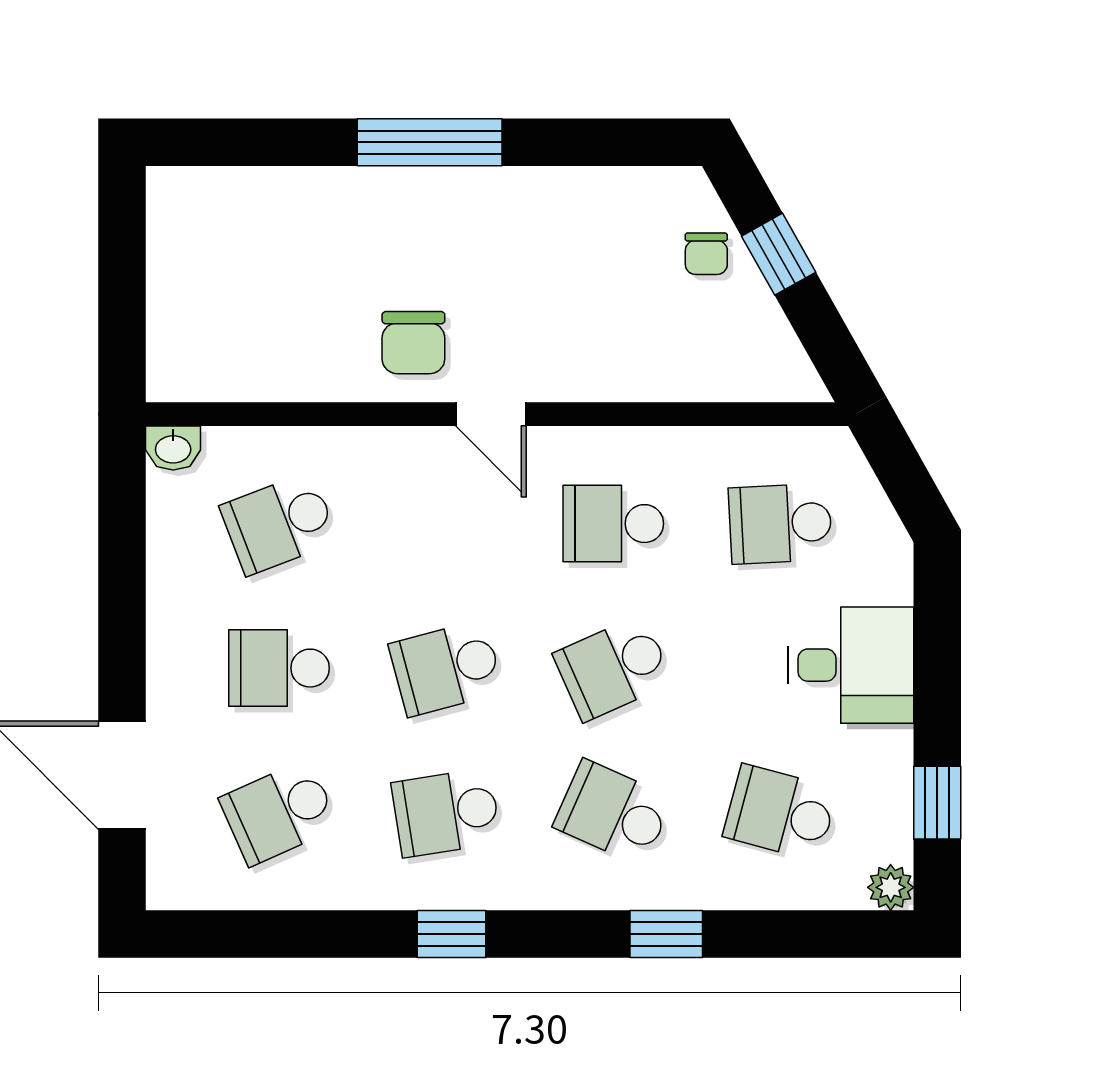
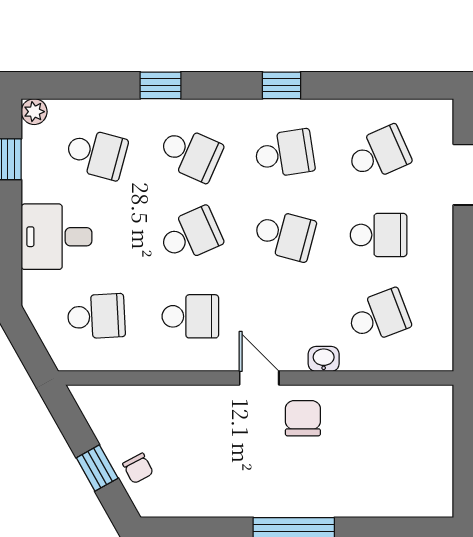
chair: (706, 254) -> (138, 468), turned 152
washbasin: (173, 448) -> (324, 359), moved
school desk: (446, 668) -> (284, 235), turned 30

